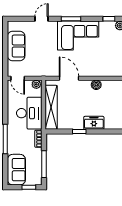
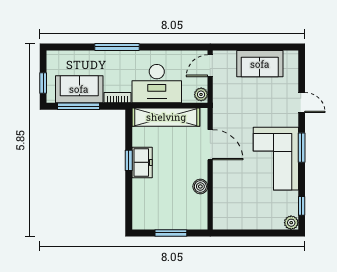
door: (69, 78) -> (210, 145), hinge flipped
freezer: (94, 123) -> (142, 162), moved
sofa: (16, 170) -> (79, 89), moved, turned 180

